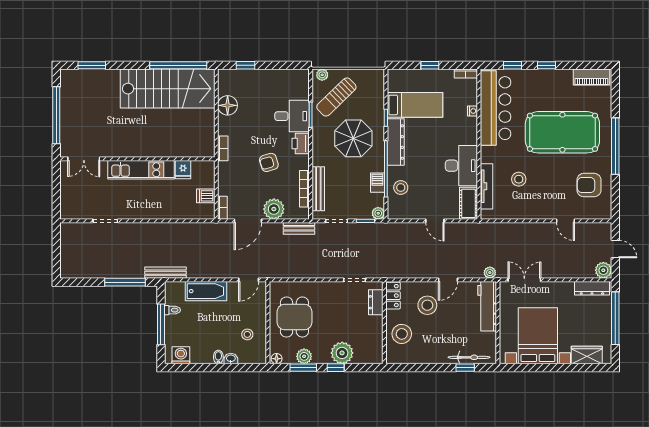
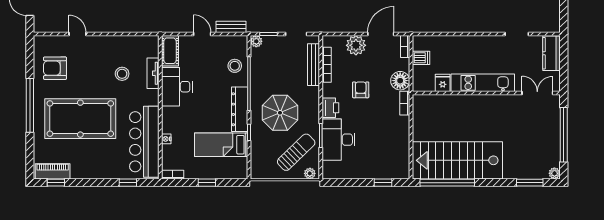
window: (546, 65) -> (56, 183), moved
plant: (66, 75) -> (554, 173), added
floor lamp: (228, 105) -> (400, 81), moved
desk: (292, 116) -> (339, 140), width x1.37
armchair: (269, 162) -> (361, 90), turned -73
barbecue: (377, 183) -> (257, 71), removed
armchair: (589, 185) -> (55, 68), turned 180
tv unit: (486, 186) -> (153, 73), width x0.71
kitchen counter: (69, 201) -> (552, 53), added
bench: (299, 228) -> (231, 27), moved

